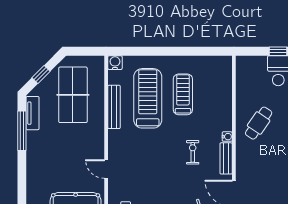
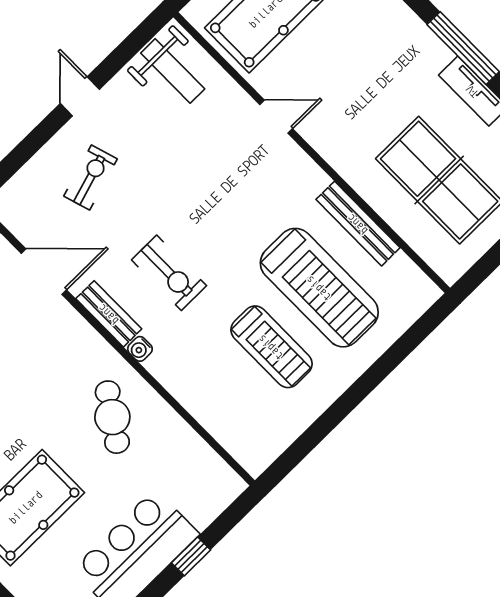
water cooler: (115, 63) -> (423, 293), removed
exercise bike: (193, 152) -> (169, 273), width x1.38, depth x1.39

